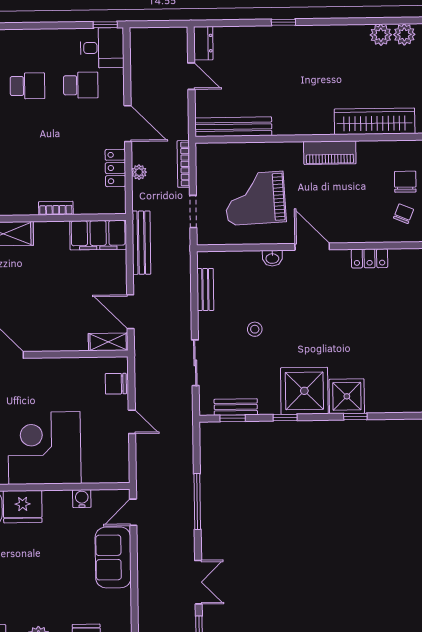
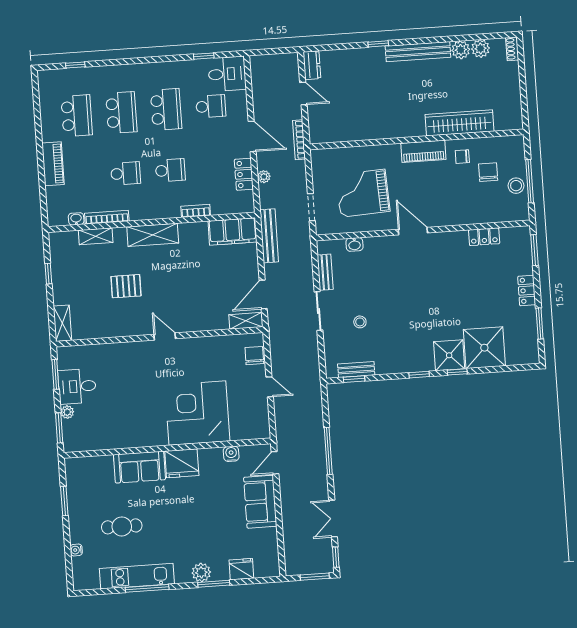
window: (105, 25) -> (204, 56), moved
school desk: (27, 86) -> (166, 109), width x1.85
bench: (233, 127) -> (418, 52), moved
school desk: (28, 158) -> (170, 170), added
bookcase: (184, 164) -> (299, 140), moved
chair: (404, 214) -> (462, 157), moved, turned -112
washbasin: (272, 258) -> (354, 244), moved
locker: (370, 258) -> (484, 237), moved
door: (130, 312) -> (263, 294), hinge flipped
stool: (255, 329) -> (360, 322), moved
sliding door: (195, 363) -> (319, 311), moved
chair: (116, 384) -> (254, 356), turned 90
shower: (304, 391) -> (484, 348), moved
window: (285, 418) -> (419, 375), moved
double door: (198, 582) -> (333, 519), swing flipped

